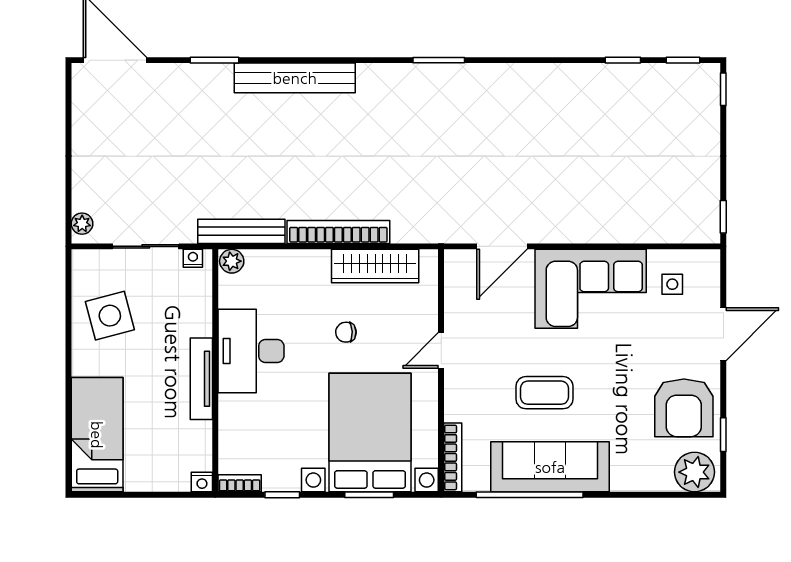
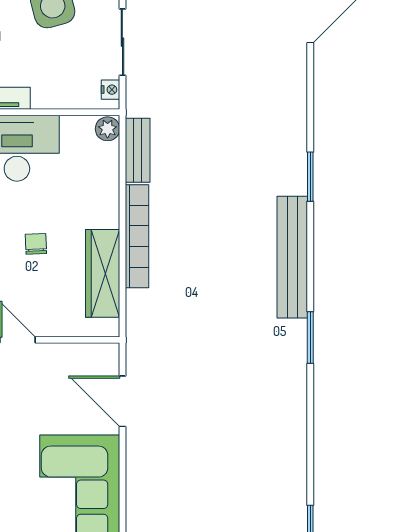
window: (214, 60) -> (310, 177), moved
bench: (295, 78) -> (292, 257), moved
bench: (241, 231) -> (138, 150), width x0.73

